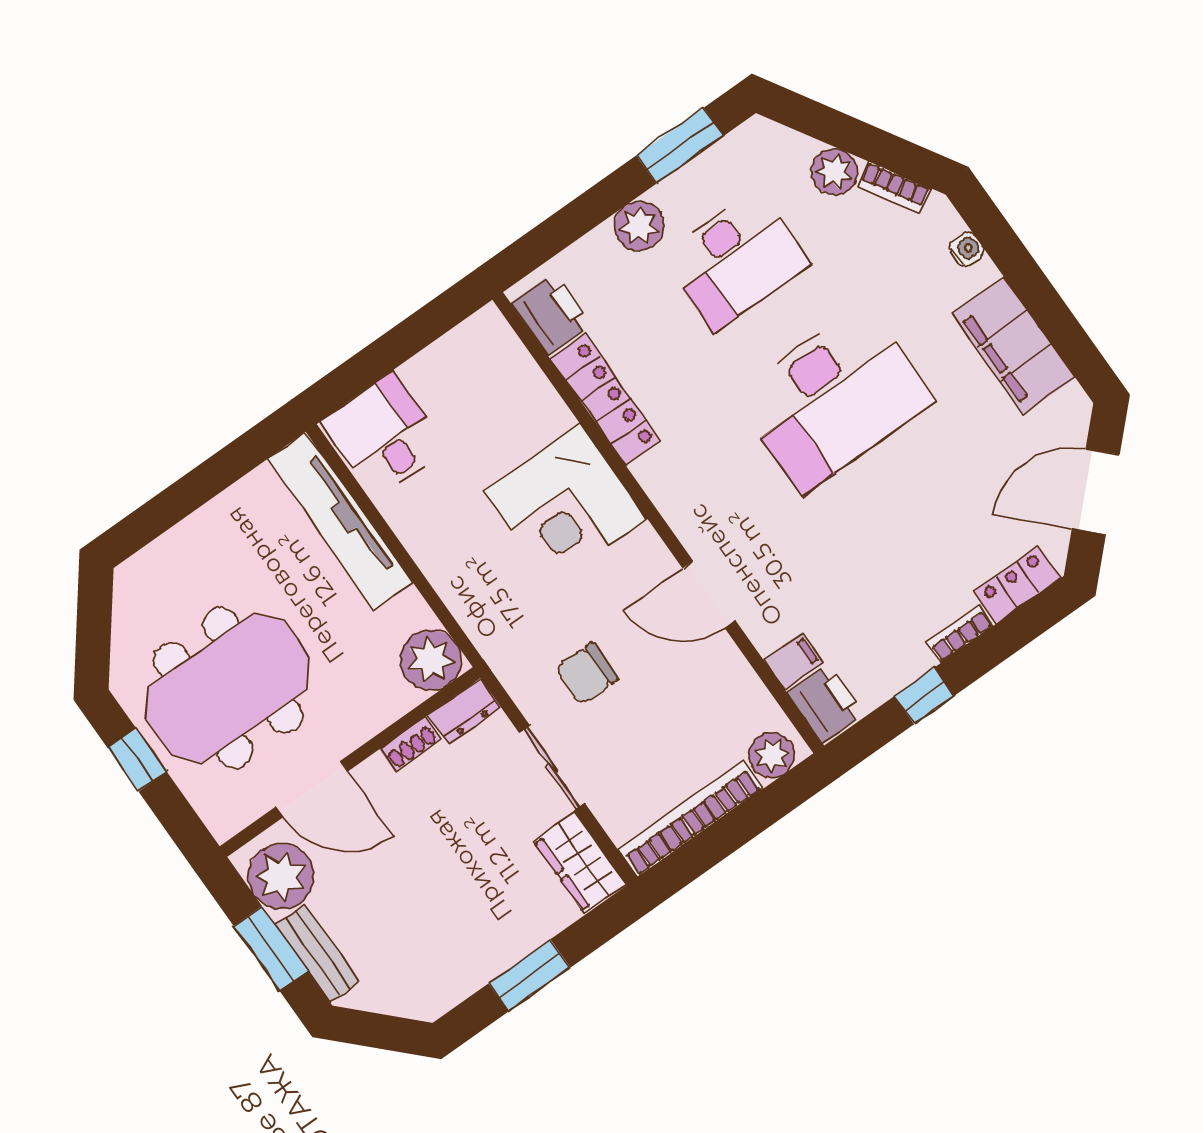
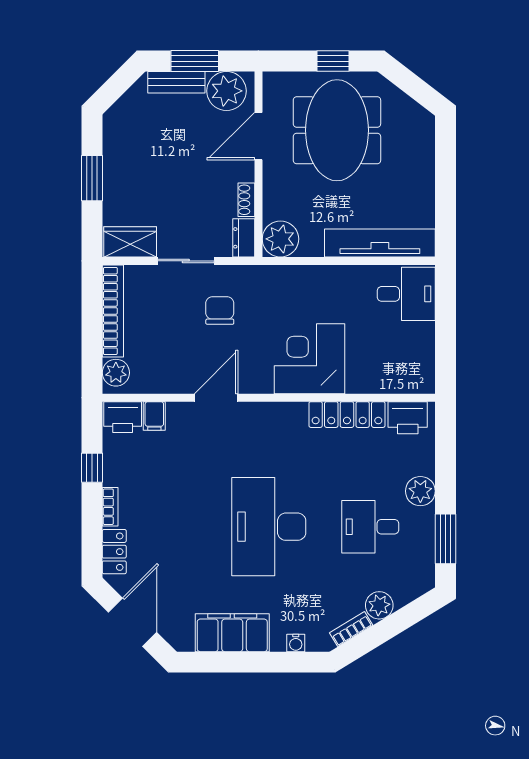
desk: (736, 260) -> (370, 527), width x0.73

